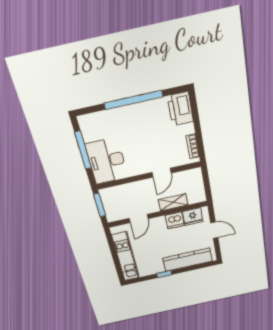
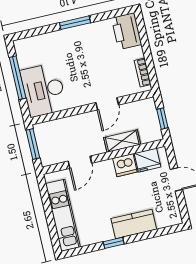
window: (133, 100) -> (75, 23), width x0.47
window: (207, 185) -> (162, 119), added
kitchen counter: (188, 260) -> (134, 224), width x0.67

